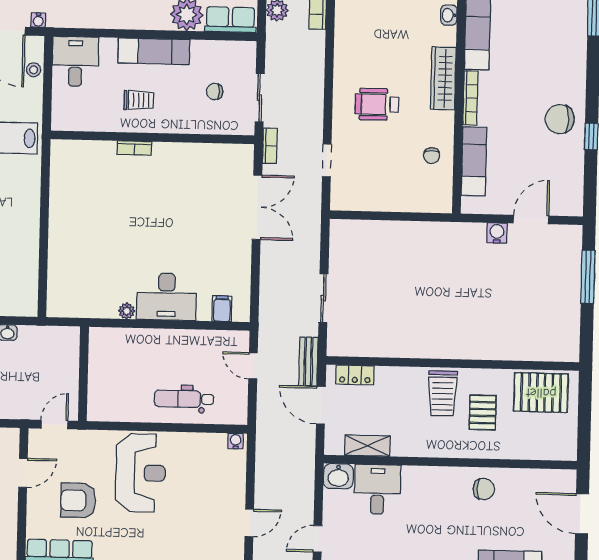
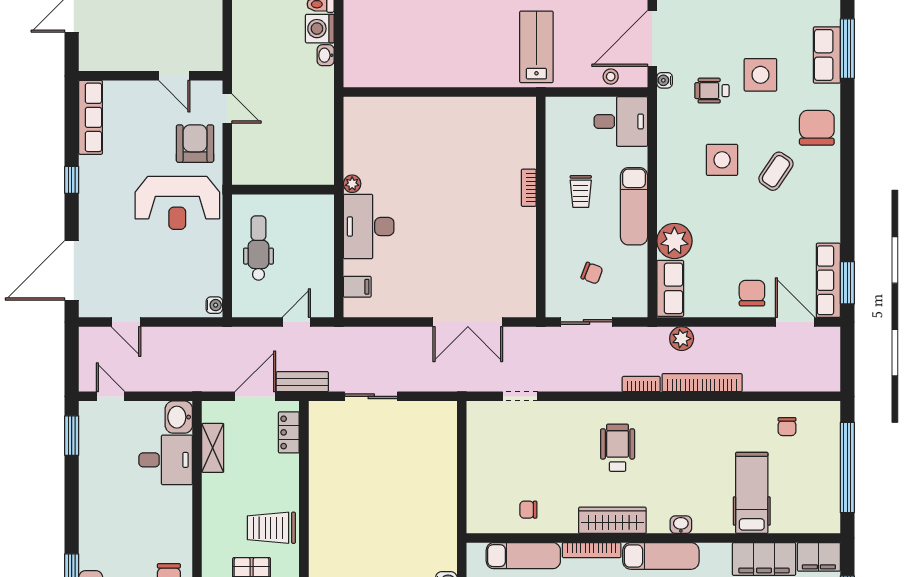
chair: (215, 92) -> (592, 273), turned 111
wheelchair: (377, 104) -> (618, 448), moved
bookcase: (270, 146) -> (641, 384), moved, turned 180
wall: (83, 374) -> (283, 190), moved
armchair: (78, 500) -> (195, 144), moved

